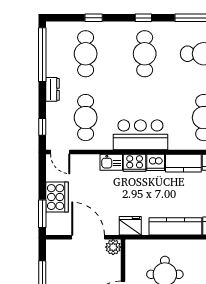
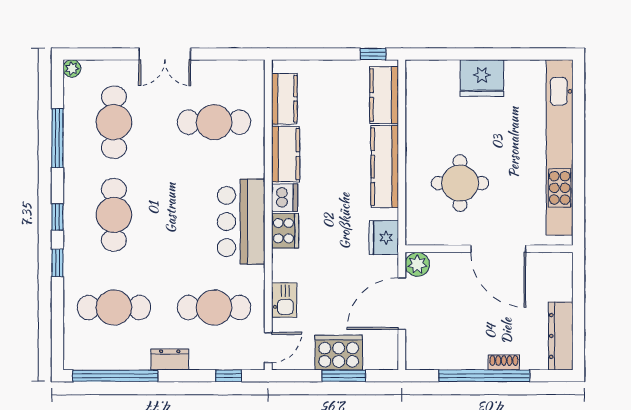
window: (94, 18) -> (57, 263), moved
cafe table: (145, 54) -> (114, 215), turned 90
kitchen sink: (111, 162) -> (284, 300), moved
window: (42, 214) -> (344, 376), moved

